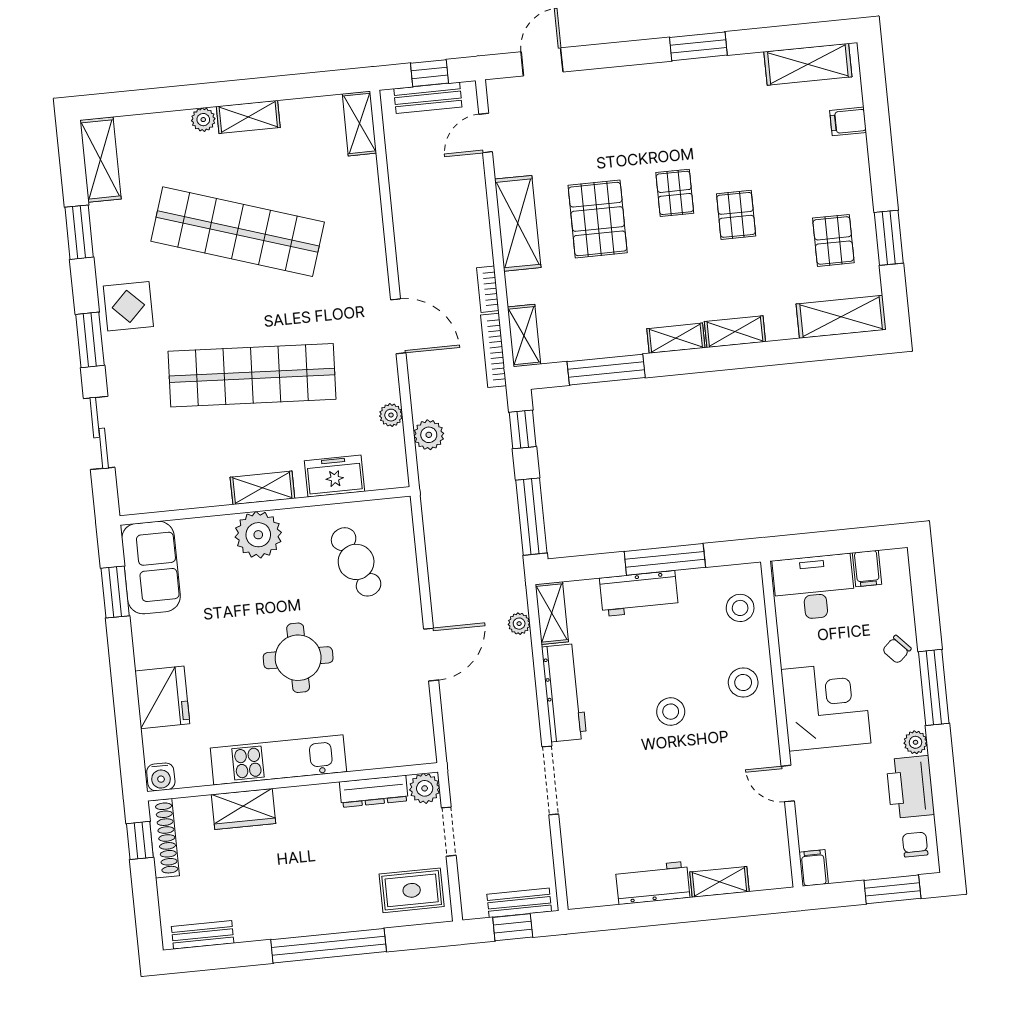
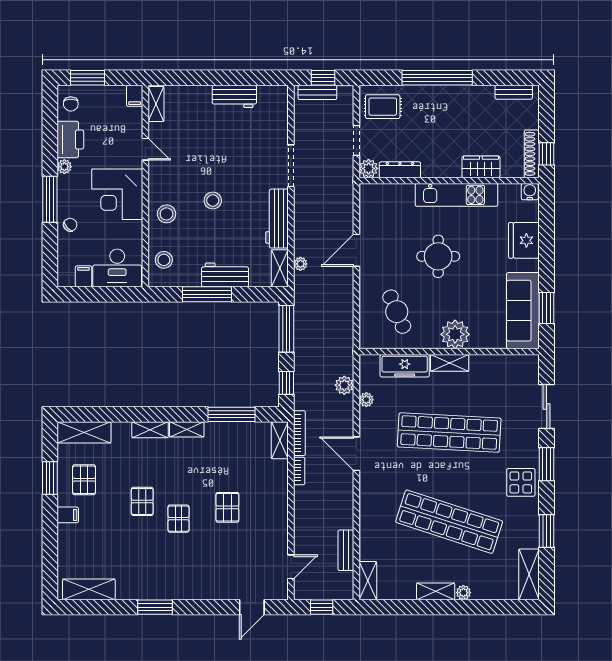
bench: (428, 98) -> (346, 550), moved, turned 90
filing cabinet: (848, 121) -> (68, 515), moved
pallet: (598, 219) -> (227, 507), width x0.67, depth x0.71
shelving: (518, 223) -> (277, 510), removed
freezer: (335, 476) -> (405, 366), width x1.40
sofa: (151, 568) -> (523, 311), width x1.36
shelving: (719, 882) -> (156, 104), moved, turned 90

